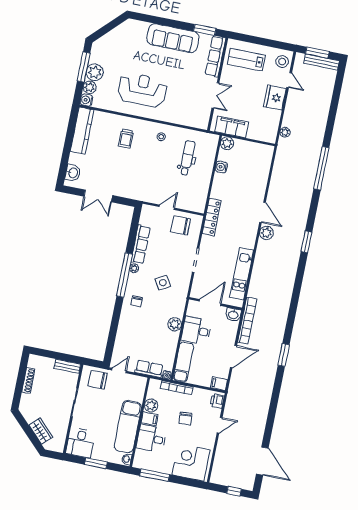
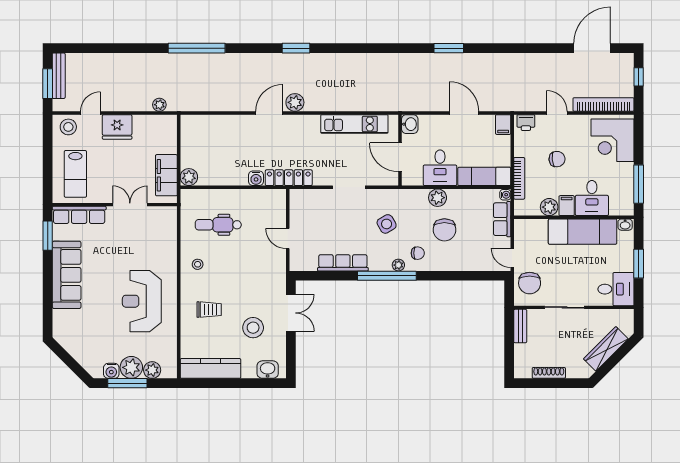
water cooler: (86, 100) -> (111, 371), moved
water cooler: (221, 167) -> (256, 178), moved
stool: (106, 168) -> (253, 328), added
double door: (98, 196) -> (291, 313), moved
chair: (181, 225) -> (444, 230), moved
plant: (134, 268) -> (398, 265), moved
bookcase: (247, 321) -> (603, 104), moved
wardrobe: (41, 431) -> (606, 349), width x1.50

